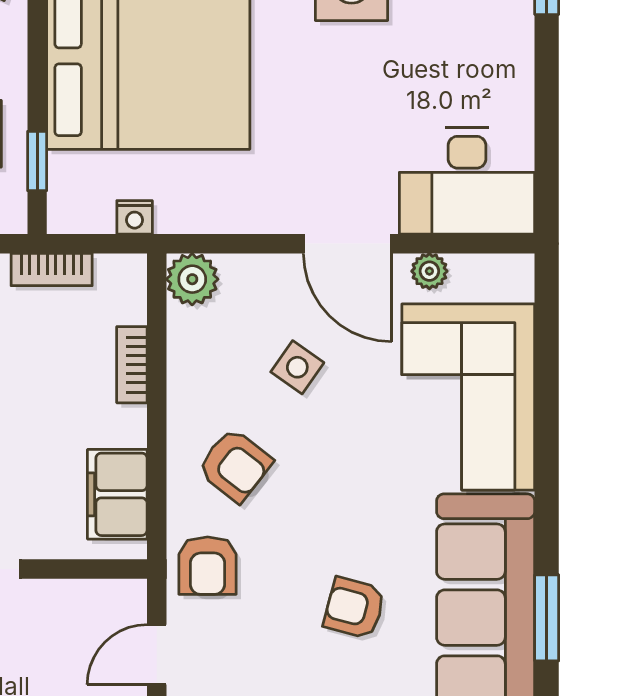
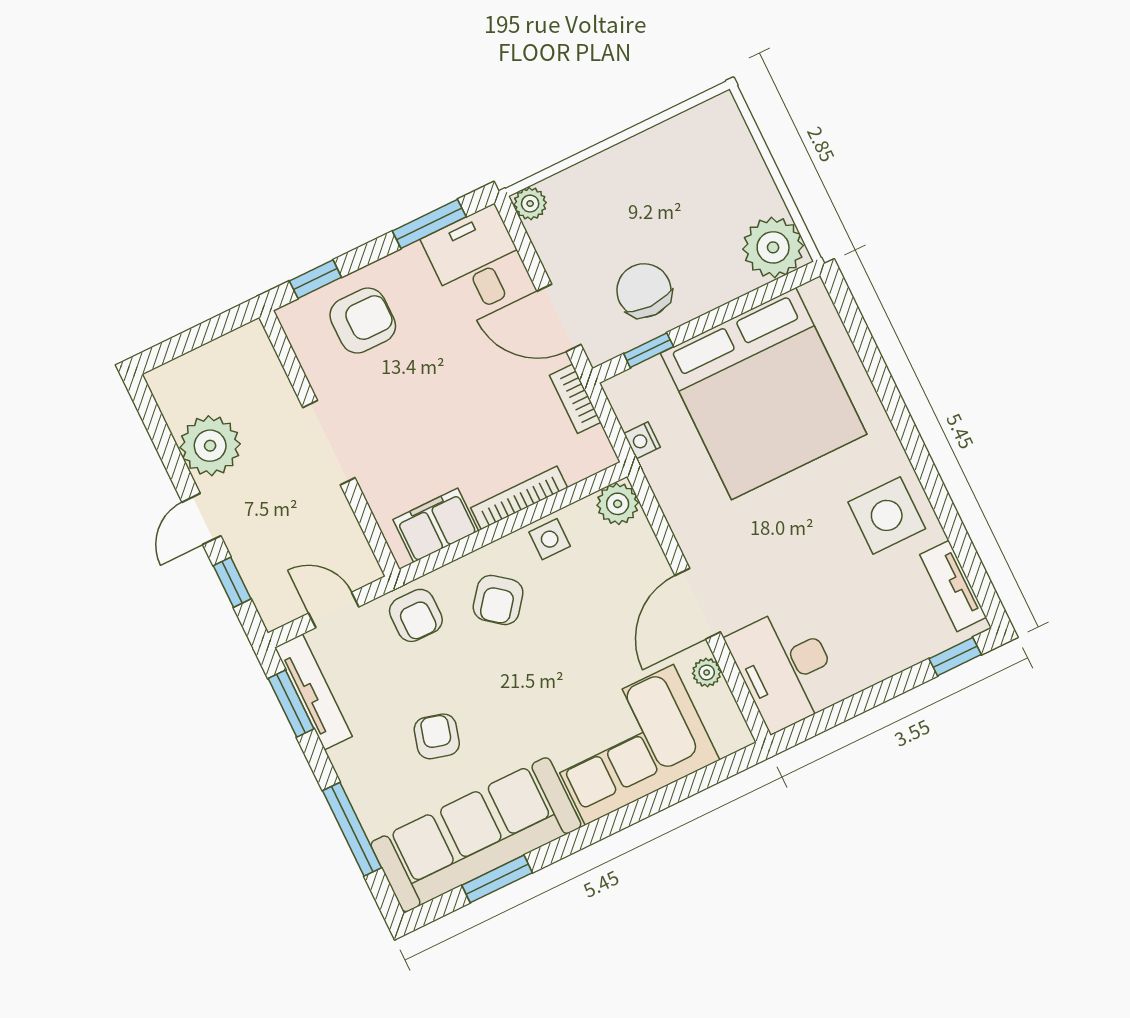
bookcase: (132, 365) -> (519, 498), width x1.56
side table: (297, 367) -> (550, 539), moved, turned -35
armchair: (208, 566) -> (416, 615), turned -90

